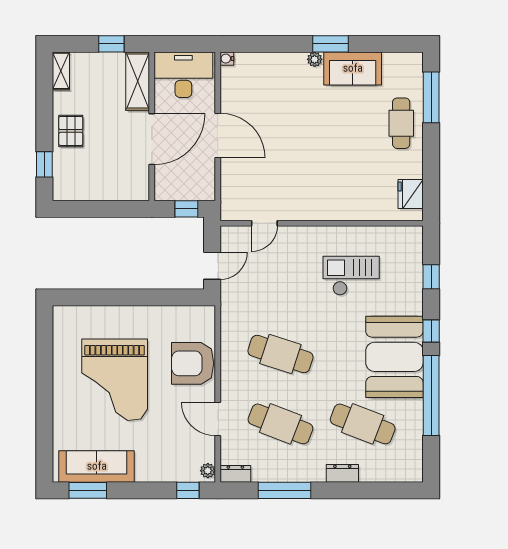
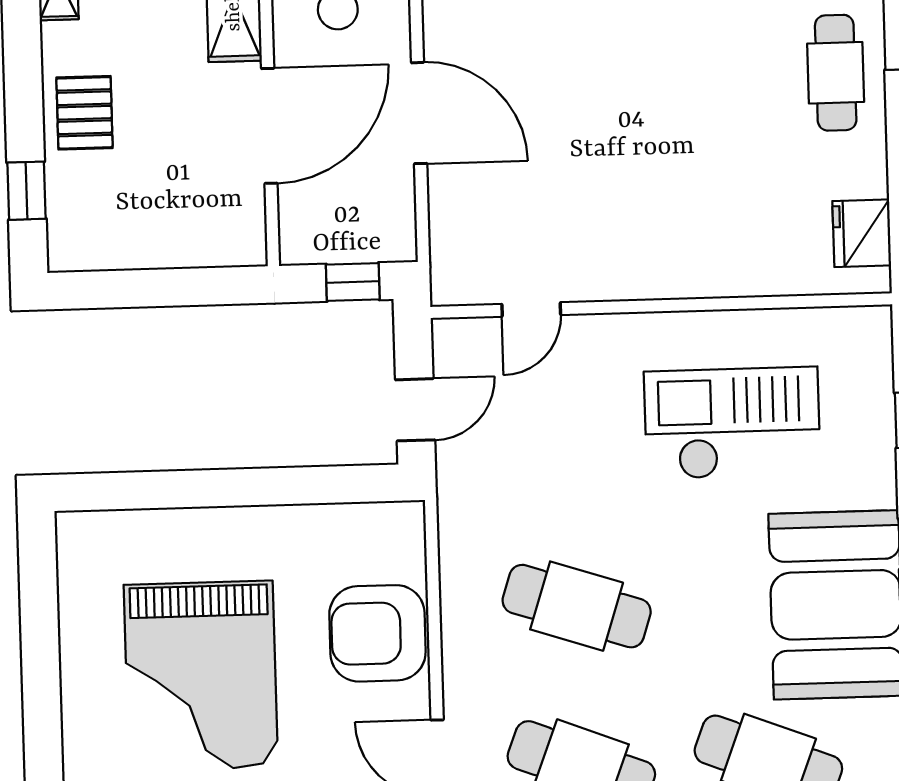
checkout: (351, 276) -> (732, 423), width x1.36, depth x1.21

